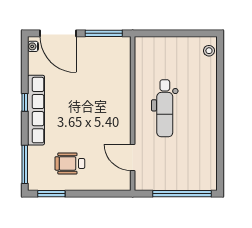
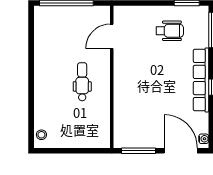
dental chair: (165, 108) -> (82, 82), width x0.73, depth x0.72
door: (133, 157) -> (112, 36), swing flipped

